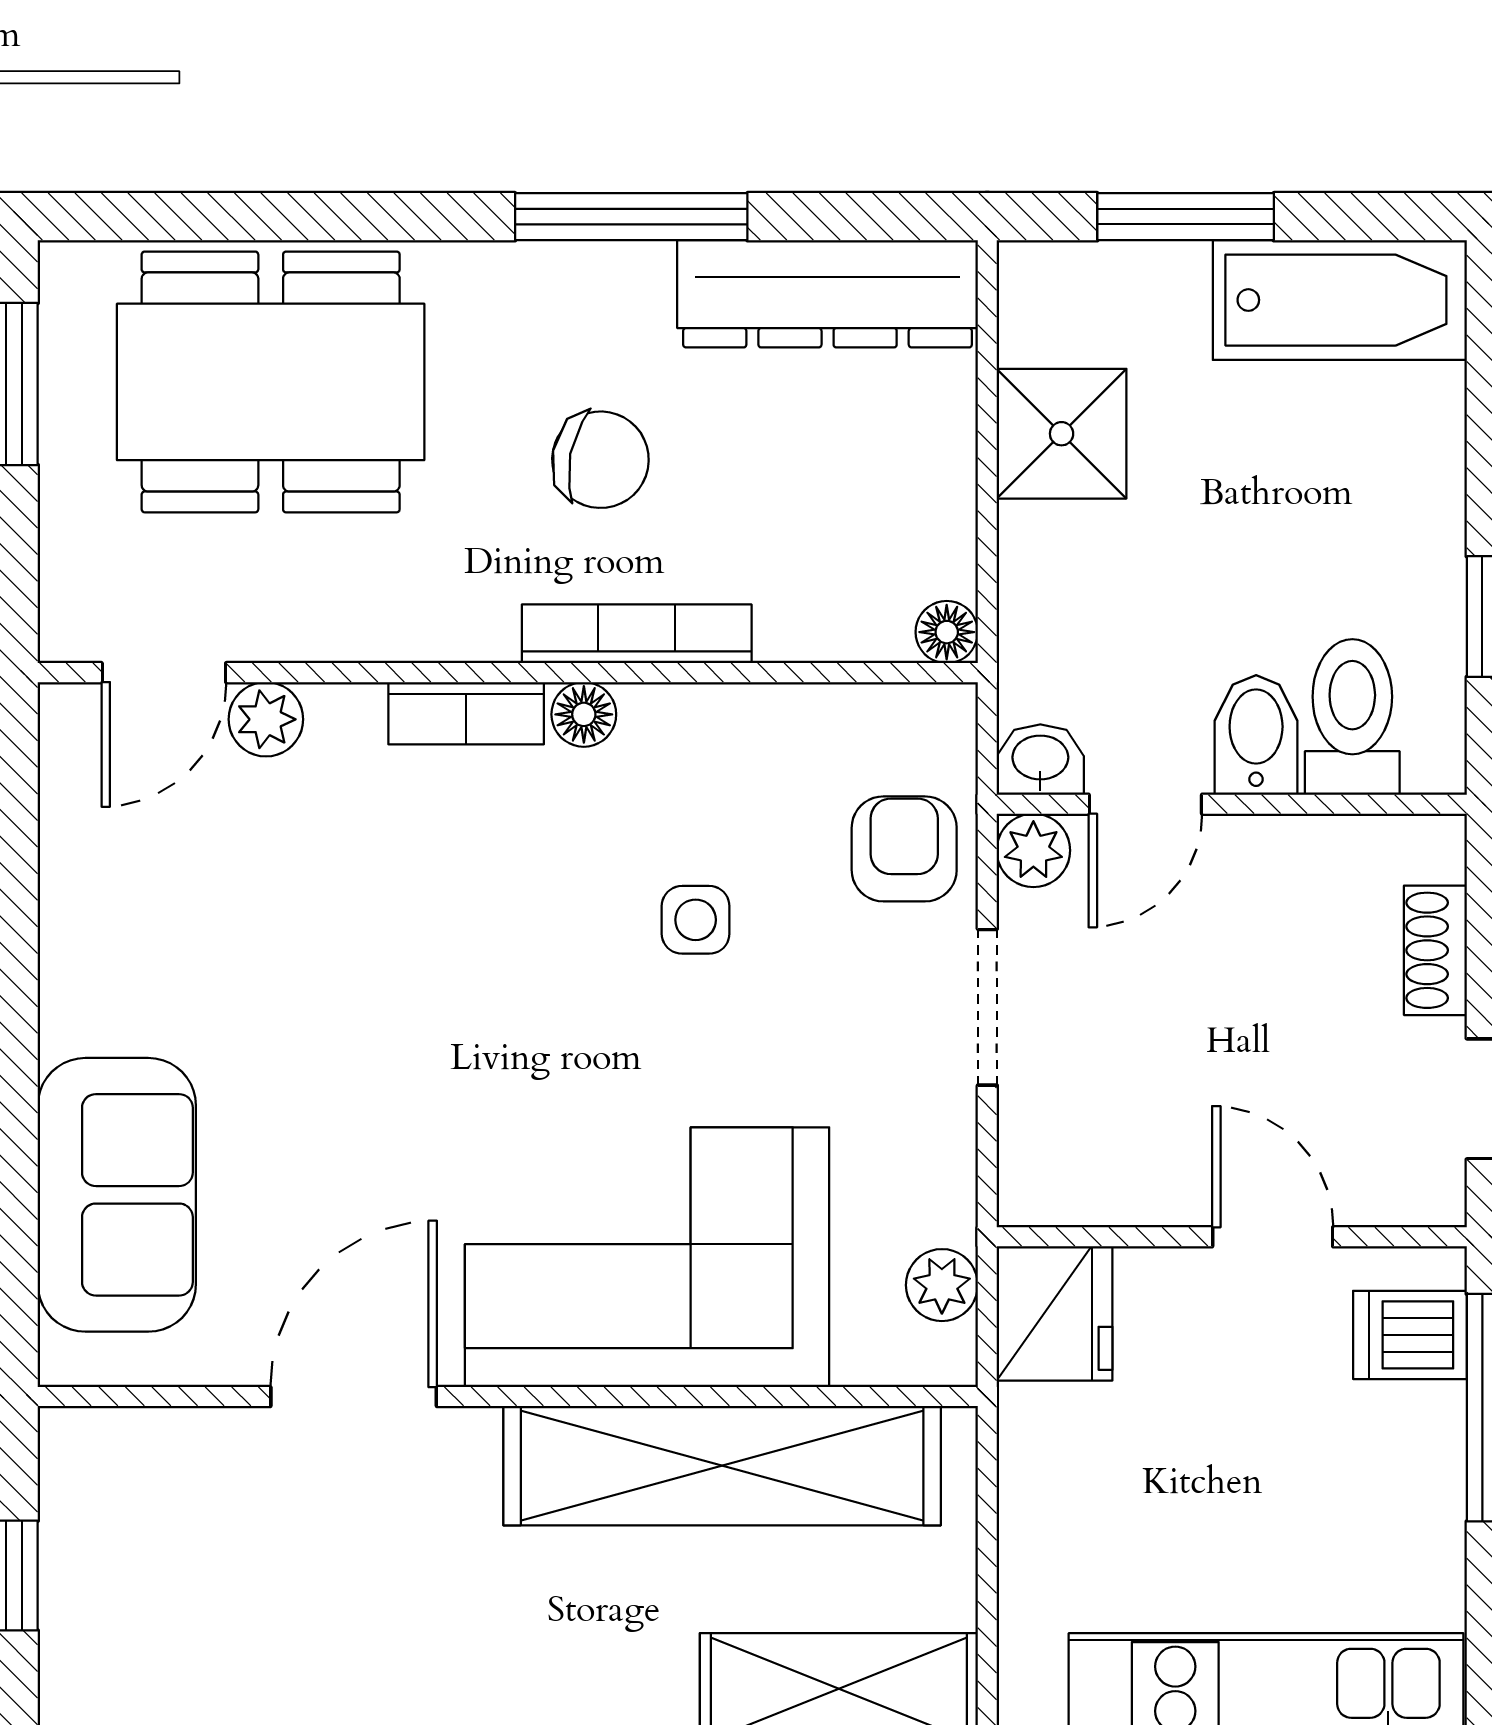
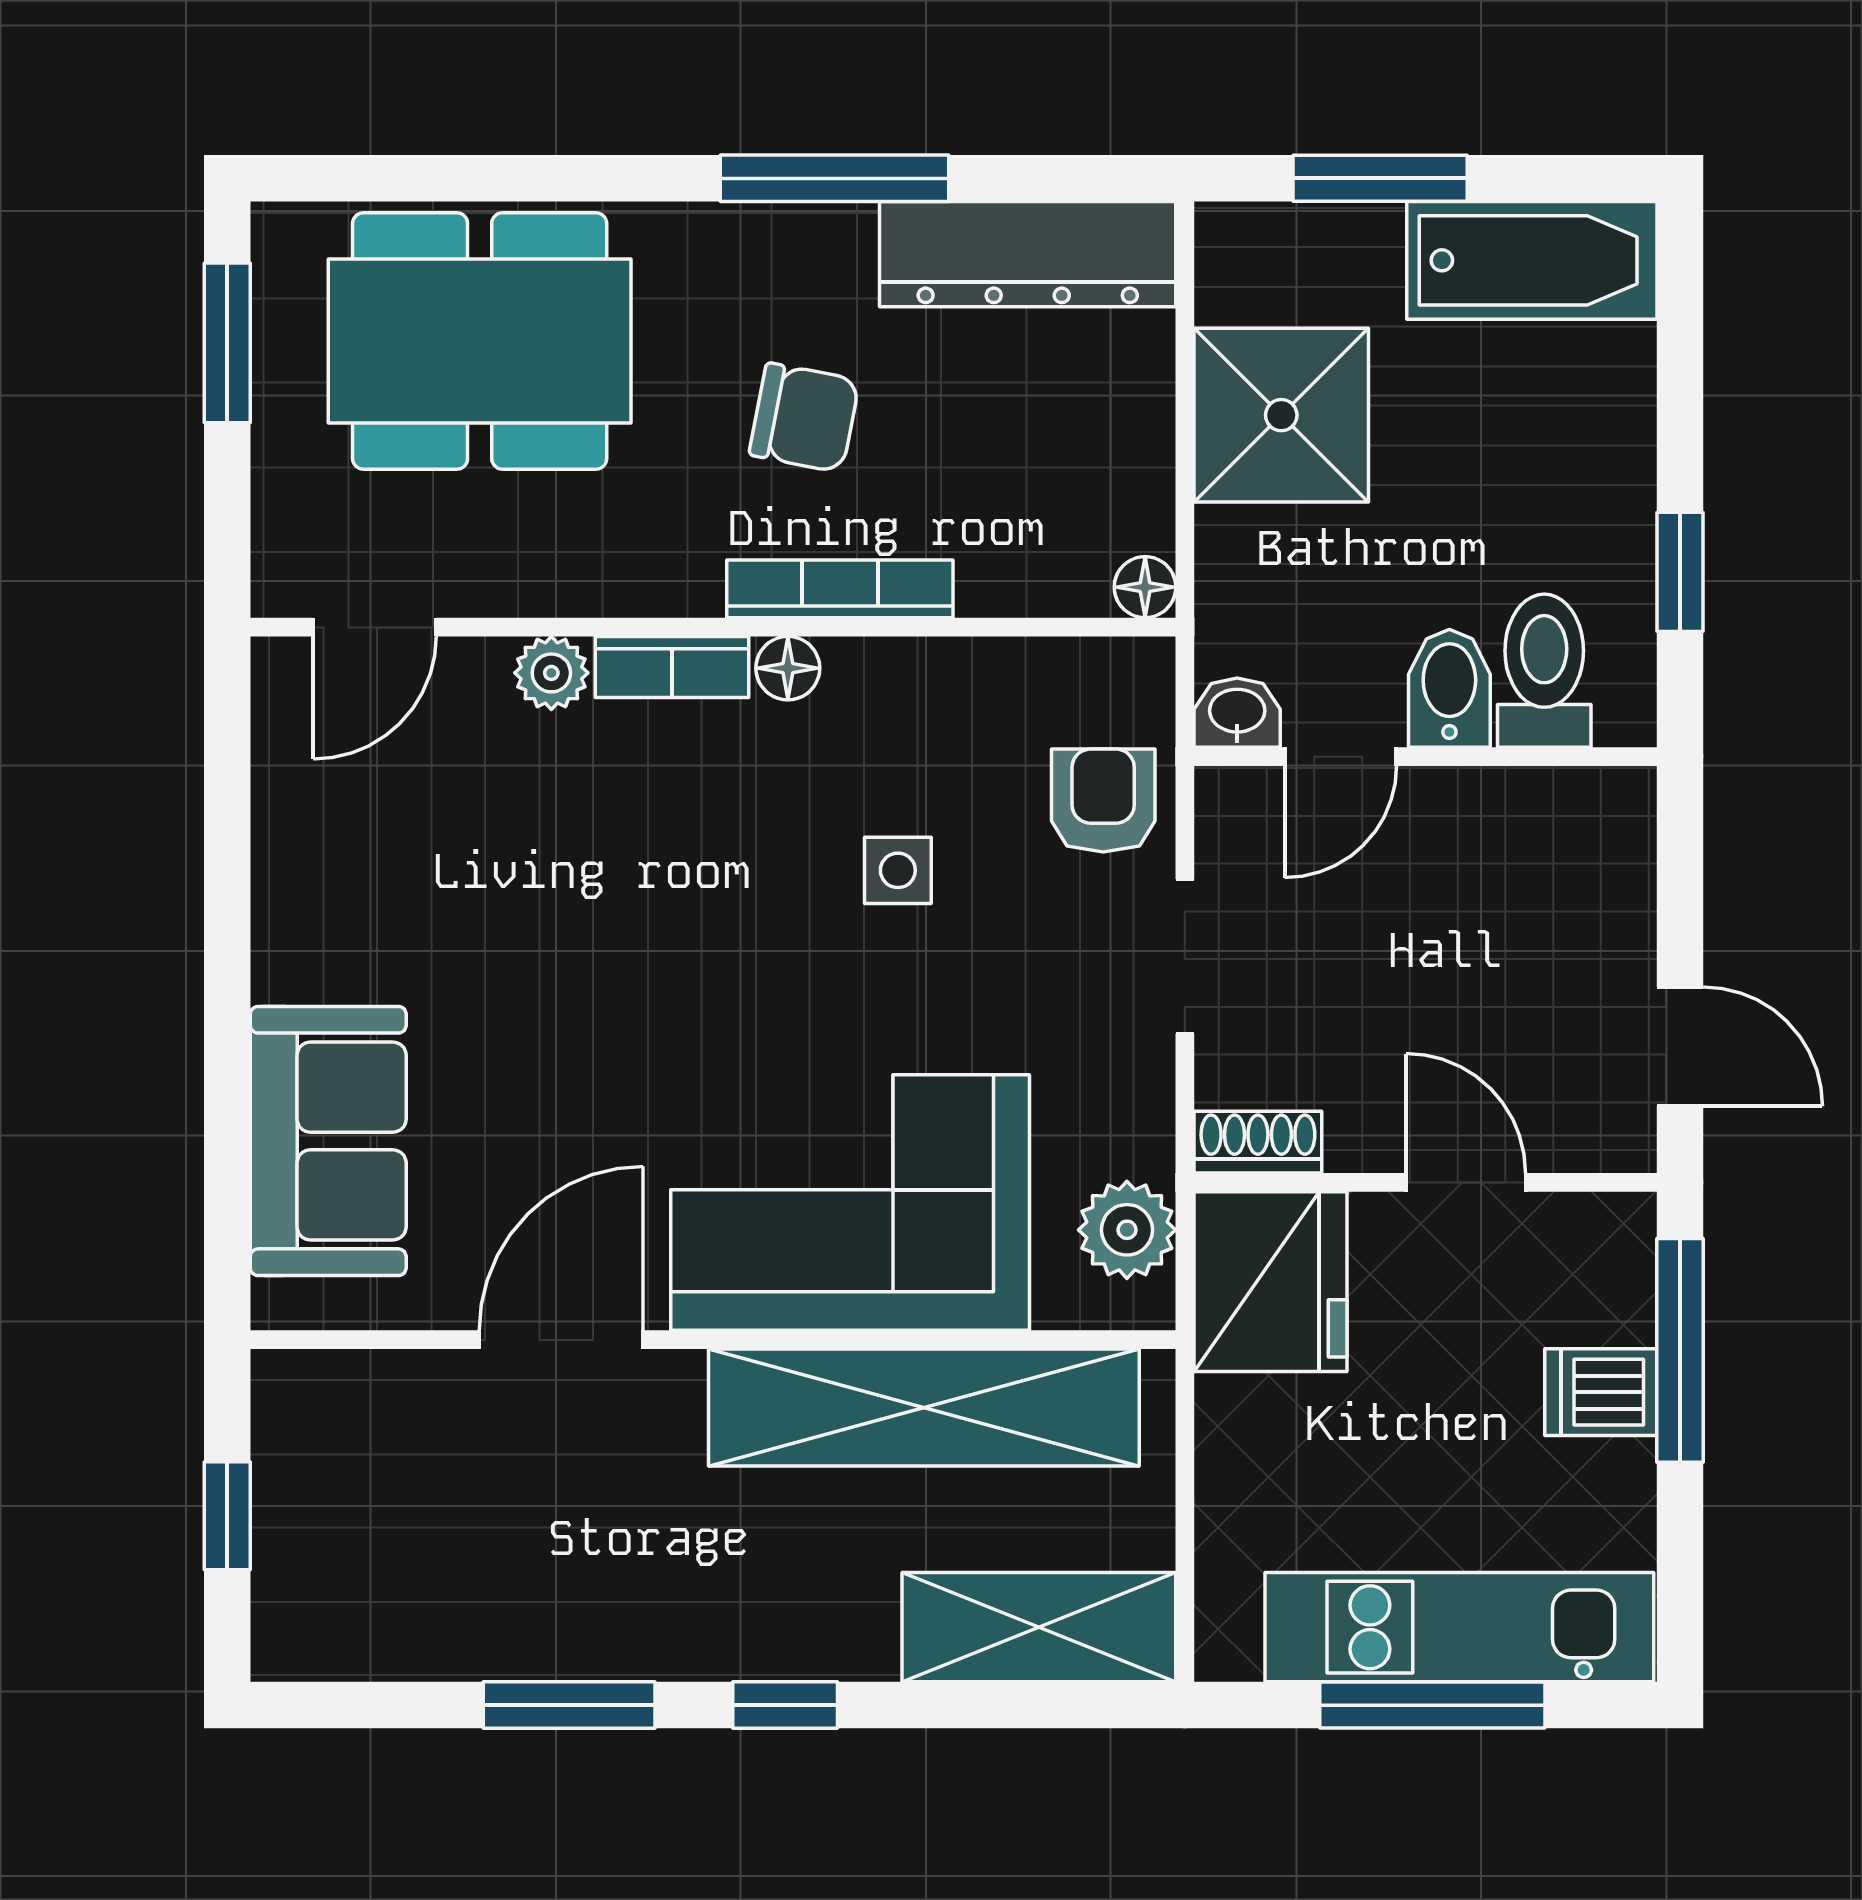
shower: (1062, 434) -> (1281, 415), width x1.36, depth x1.36
plant: (266, 719) -> (551, 673), moved
plant: (1033, 850) -> (1230, 802), removed
shoe rack: (1435, 950) -> (1258, 1142), moved, turned 90
plant: (942, 1285) -> (1127, 1230), width x1.38, depth x1.38
fridge: (1055, 1313) -> (1270, 1282), width x1.36, depth x1.34
dishwasher: (1410, 1335) -> (1601, 1392), moved

